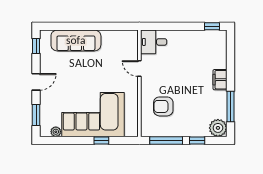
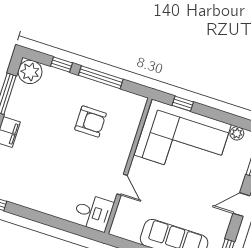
desk: (154, 42) -> (93, 213), moved
door: (139, 69) -> (122, 185), moved
wall: (139, 83) -> (128, 166), moved

